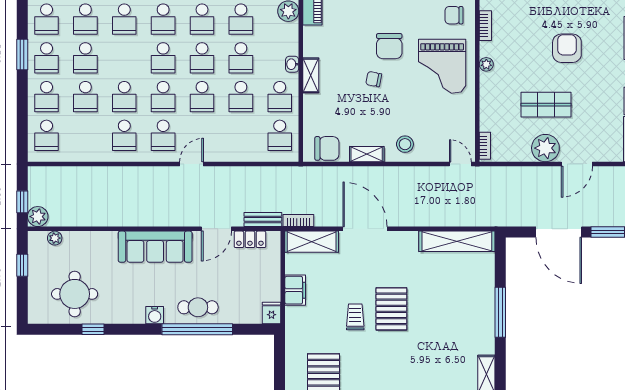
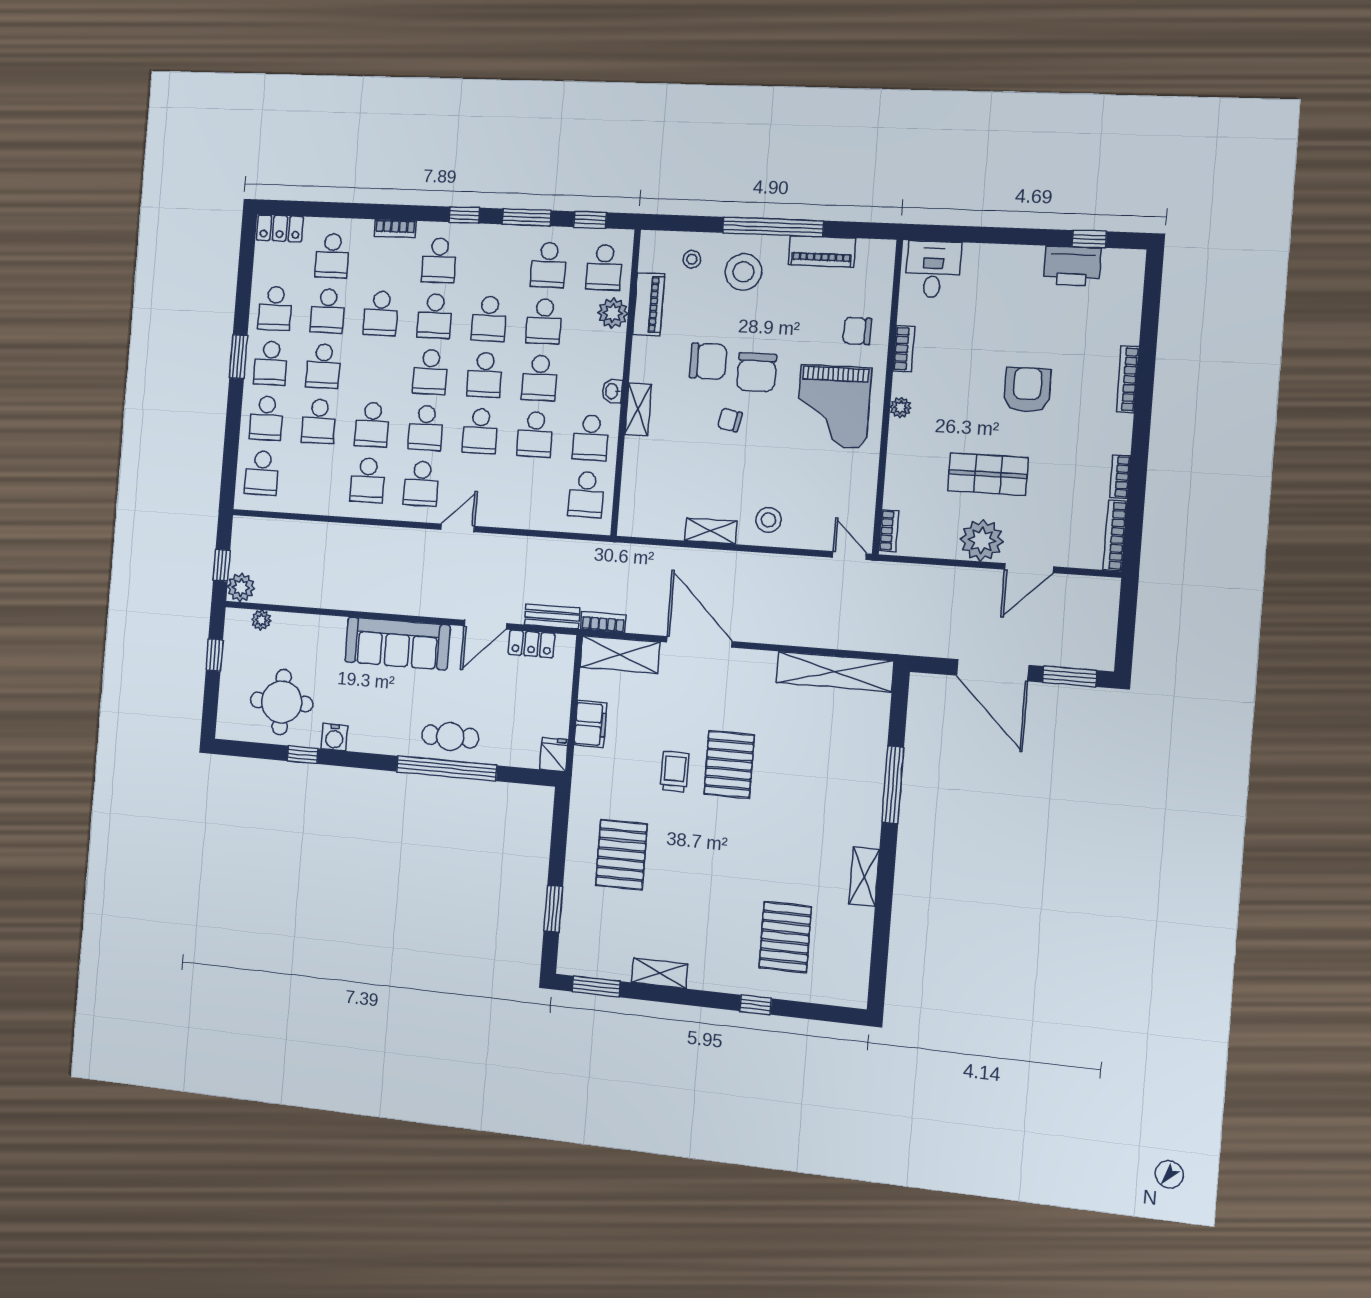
chair: (327, 148) -> (708, 361), moved
water cooler: (155, 315) -> (334, 737), moved

